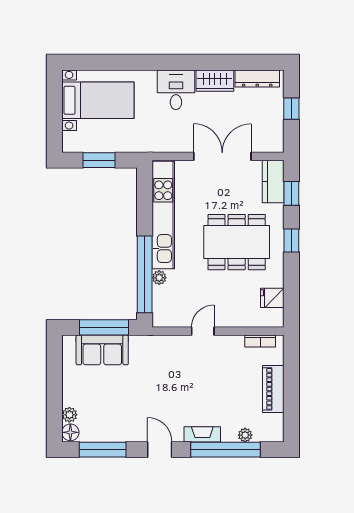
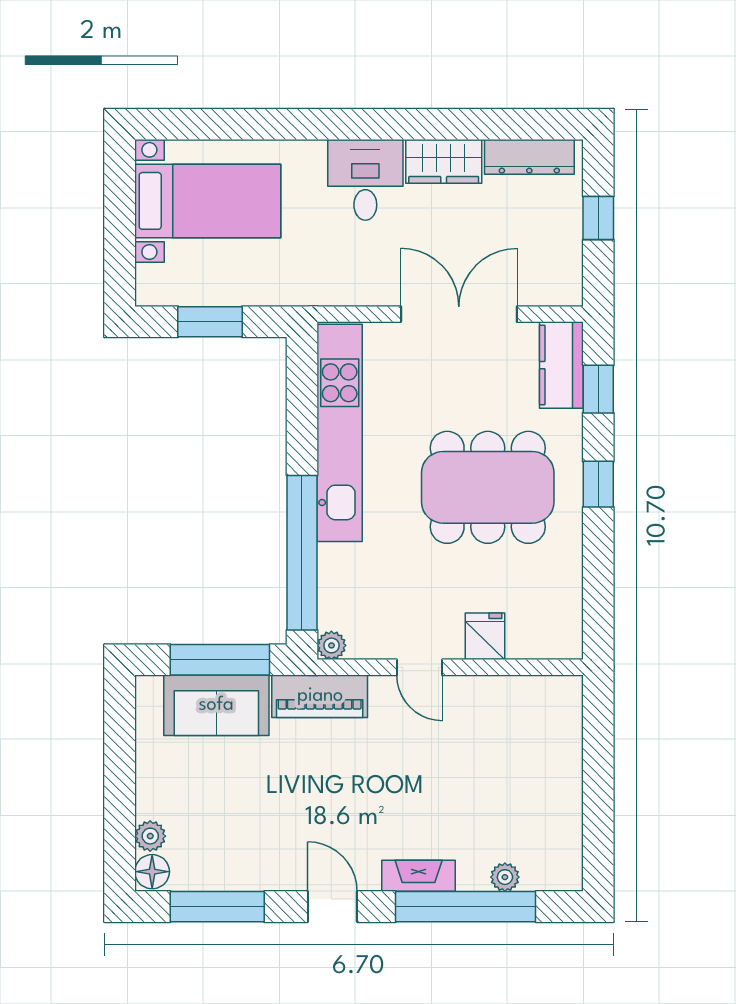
plant: (159, 278) -> (331, 645), moved
fridge: (272, 298) -> (485, 636), moved, turned 90
door: (203, 331) -> (419, 667), swing flipped
bookcase: (260, 341) -> (535, 687), removed
piano: (273, 389) -> (320, 696), moved, turned -90

